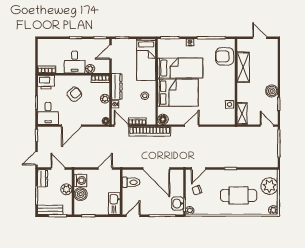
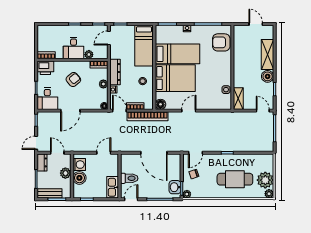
shelving: (243, 67) -> (267, 55), moved
toilet: (131, 182) -> (129, 178), moved
plant: (269, 186) -> (265, 180), moved

